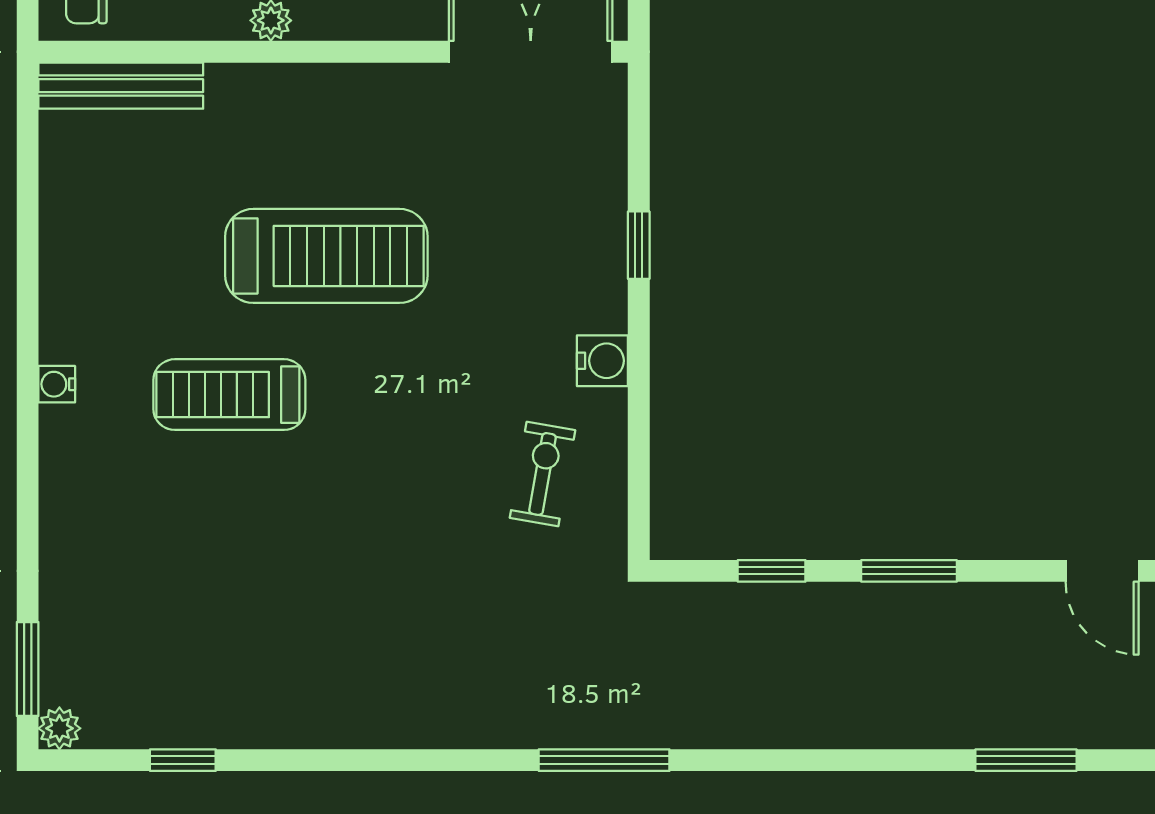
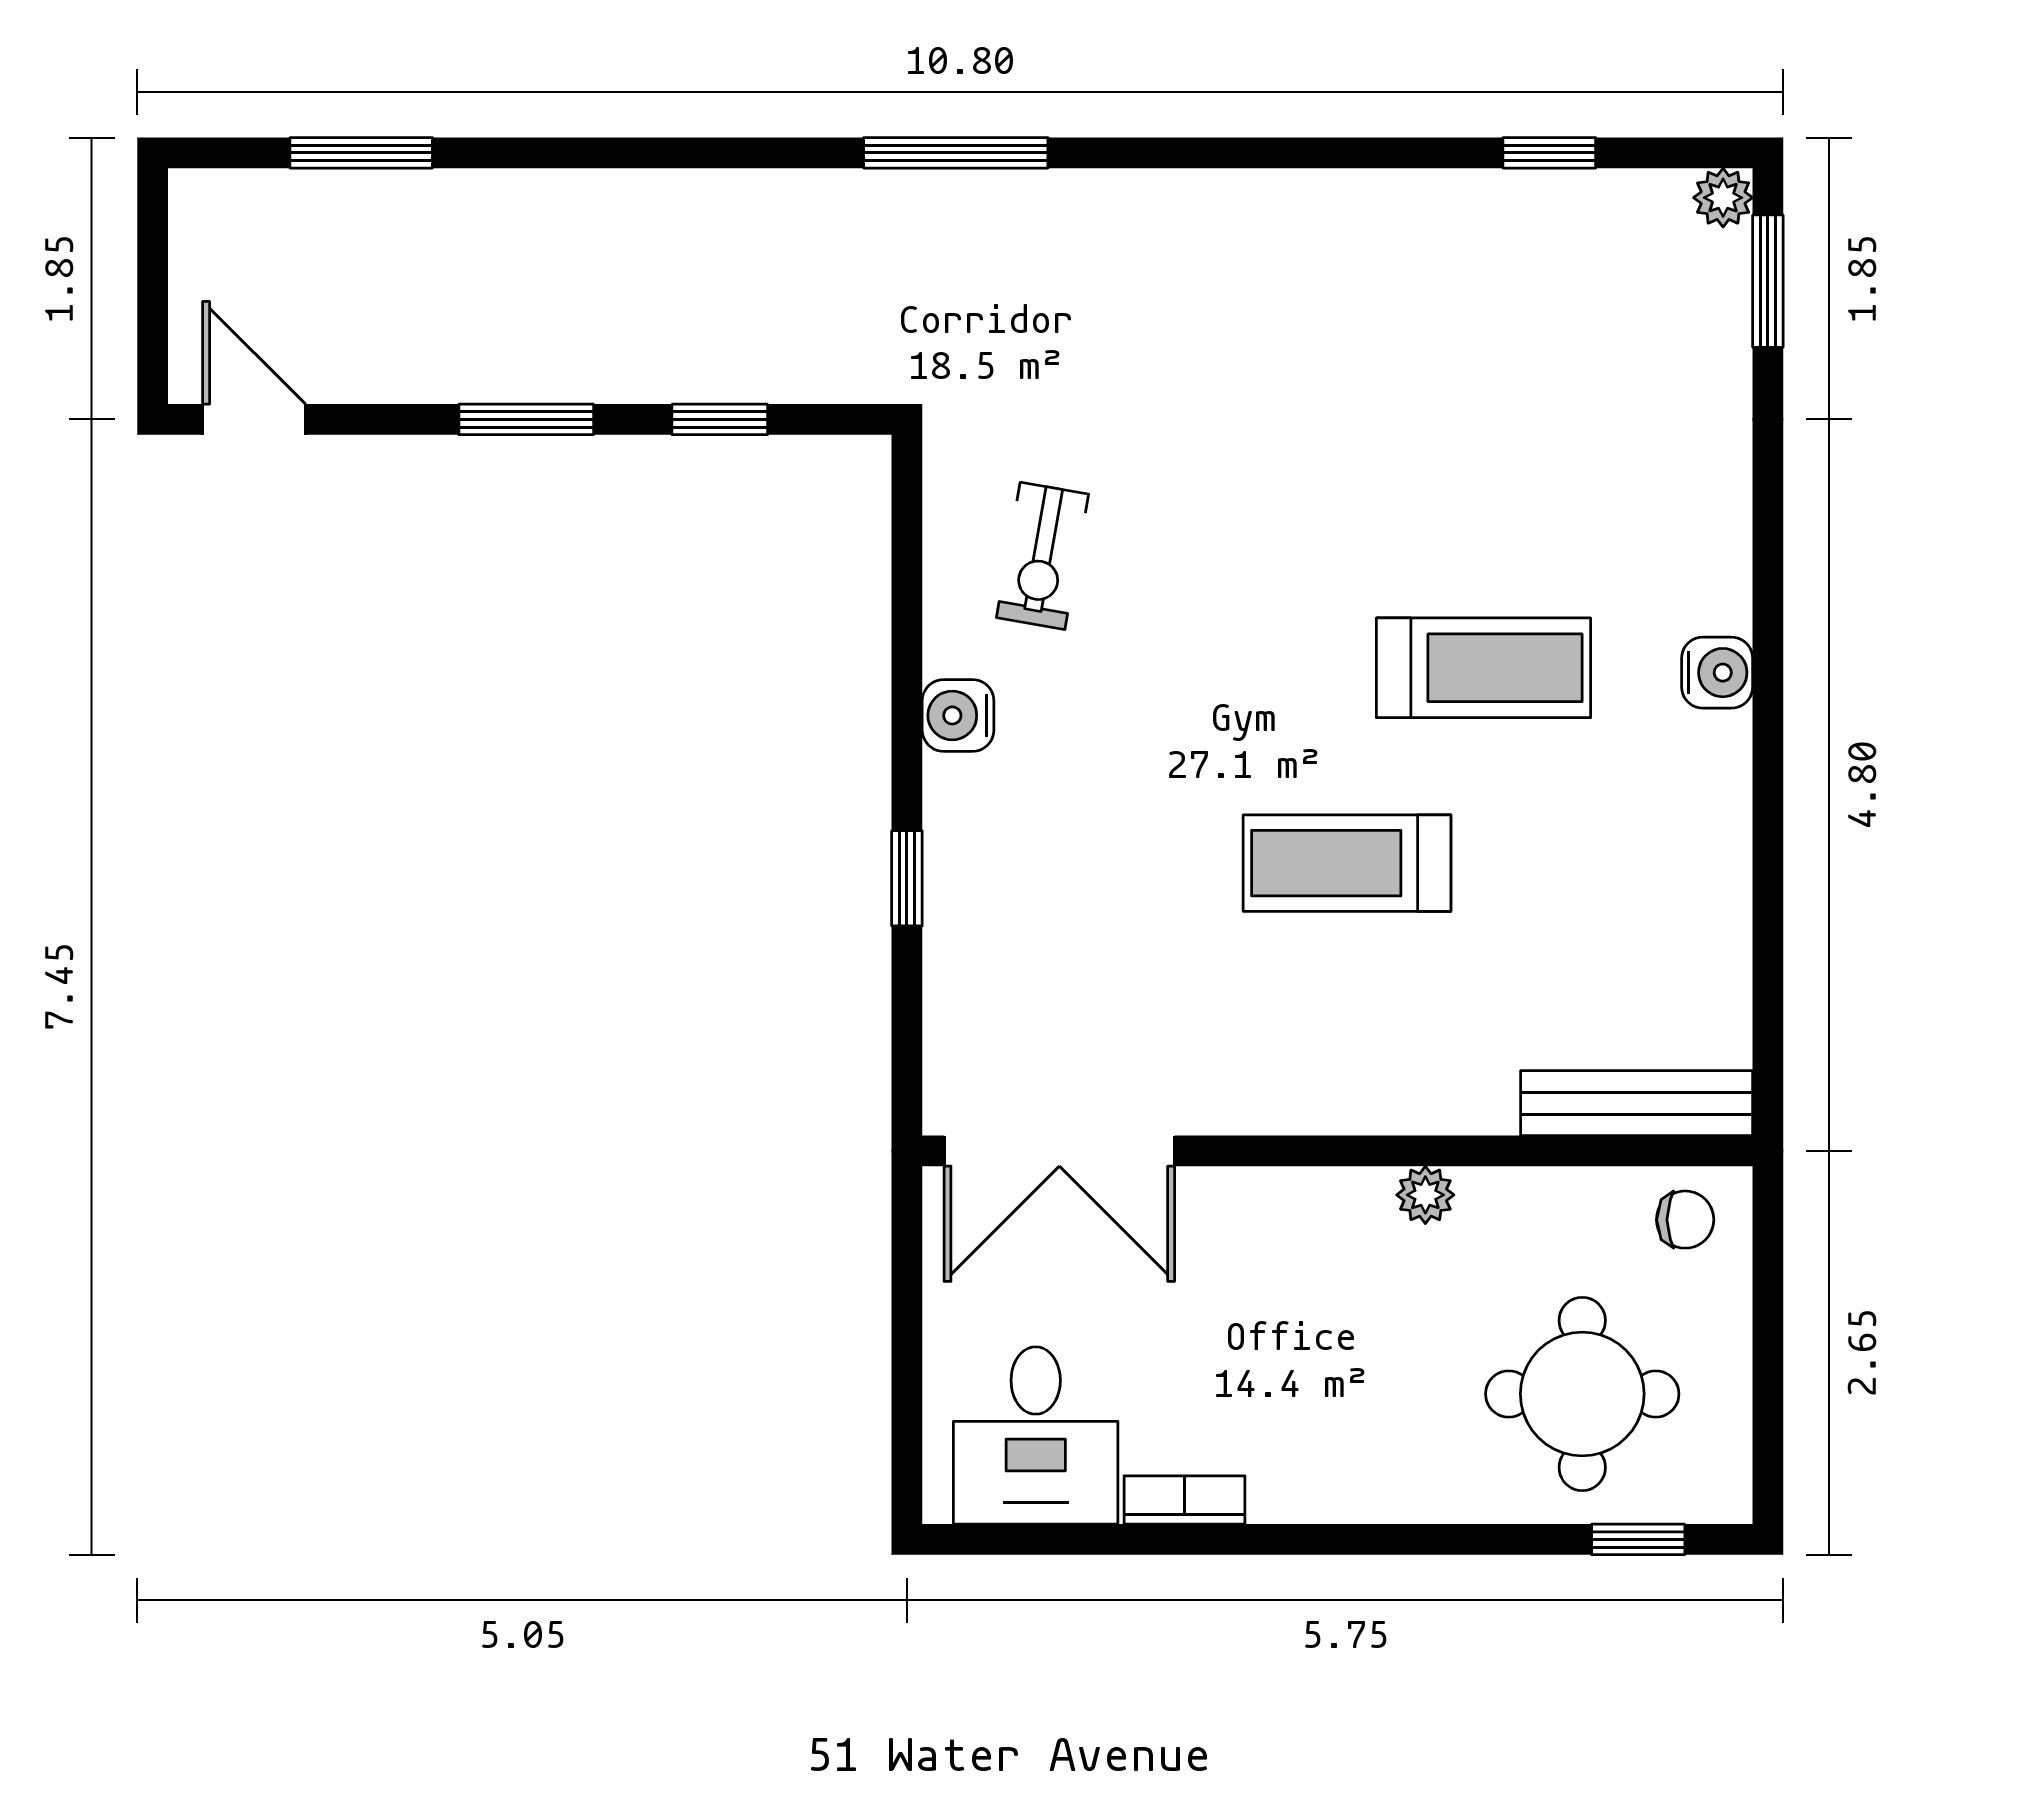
treadmill: (326, 256) -> (1347, 863), width x0.73, depth x0.73
water cooler: (57, 384) -> (1717, 673), width x1.38, depth x1.38

